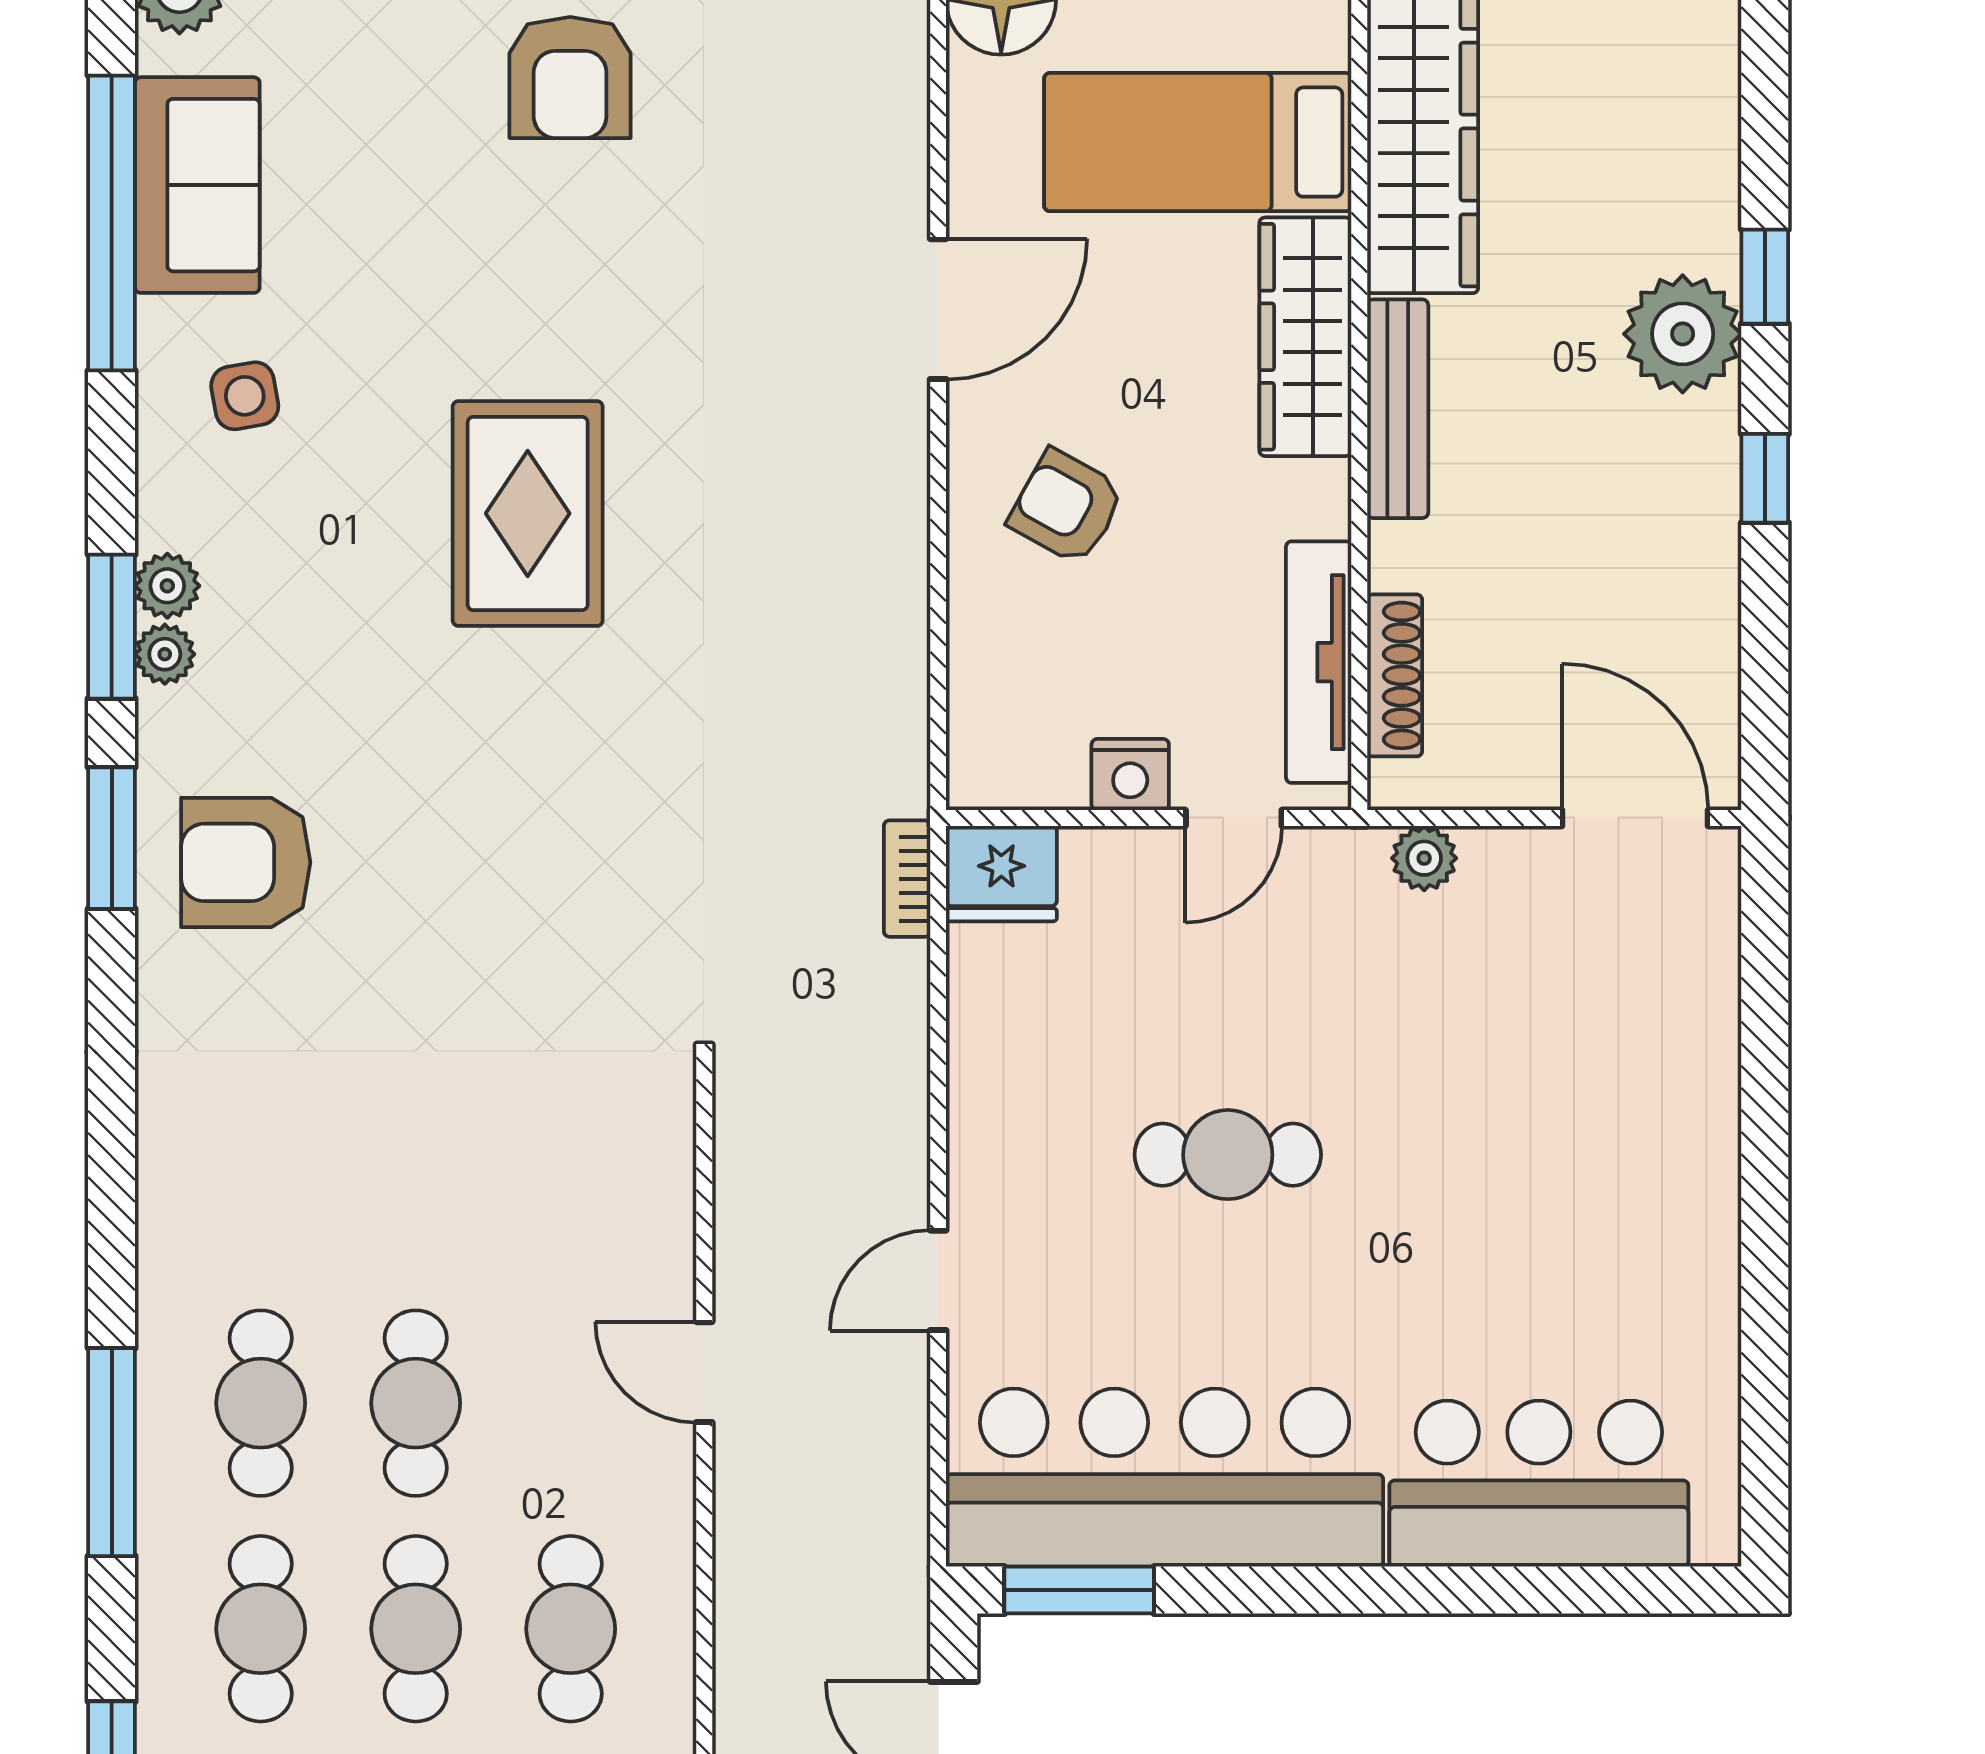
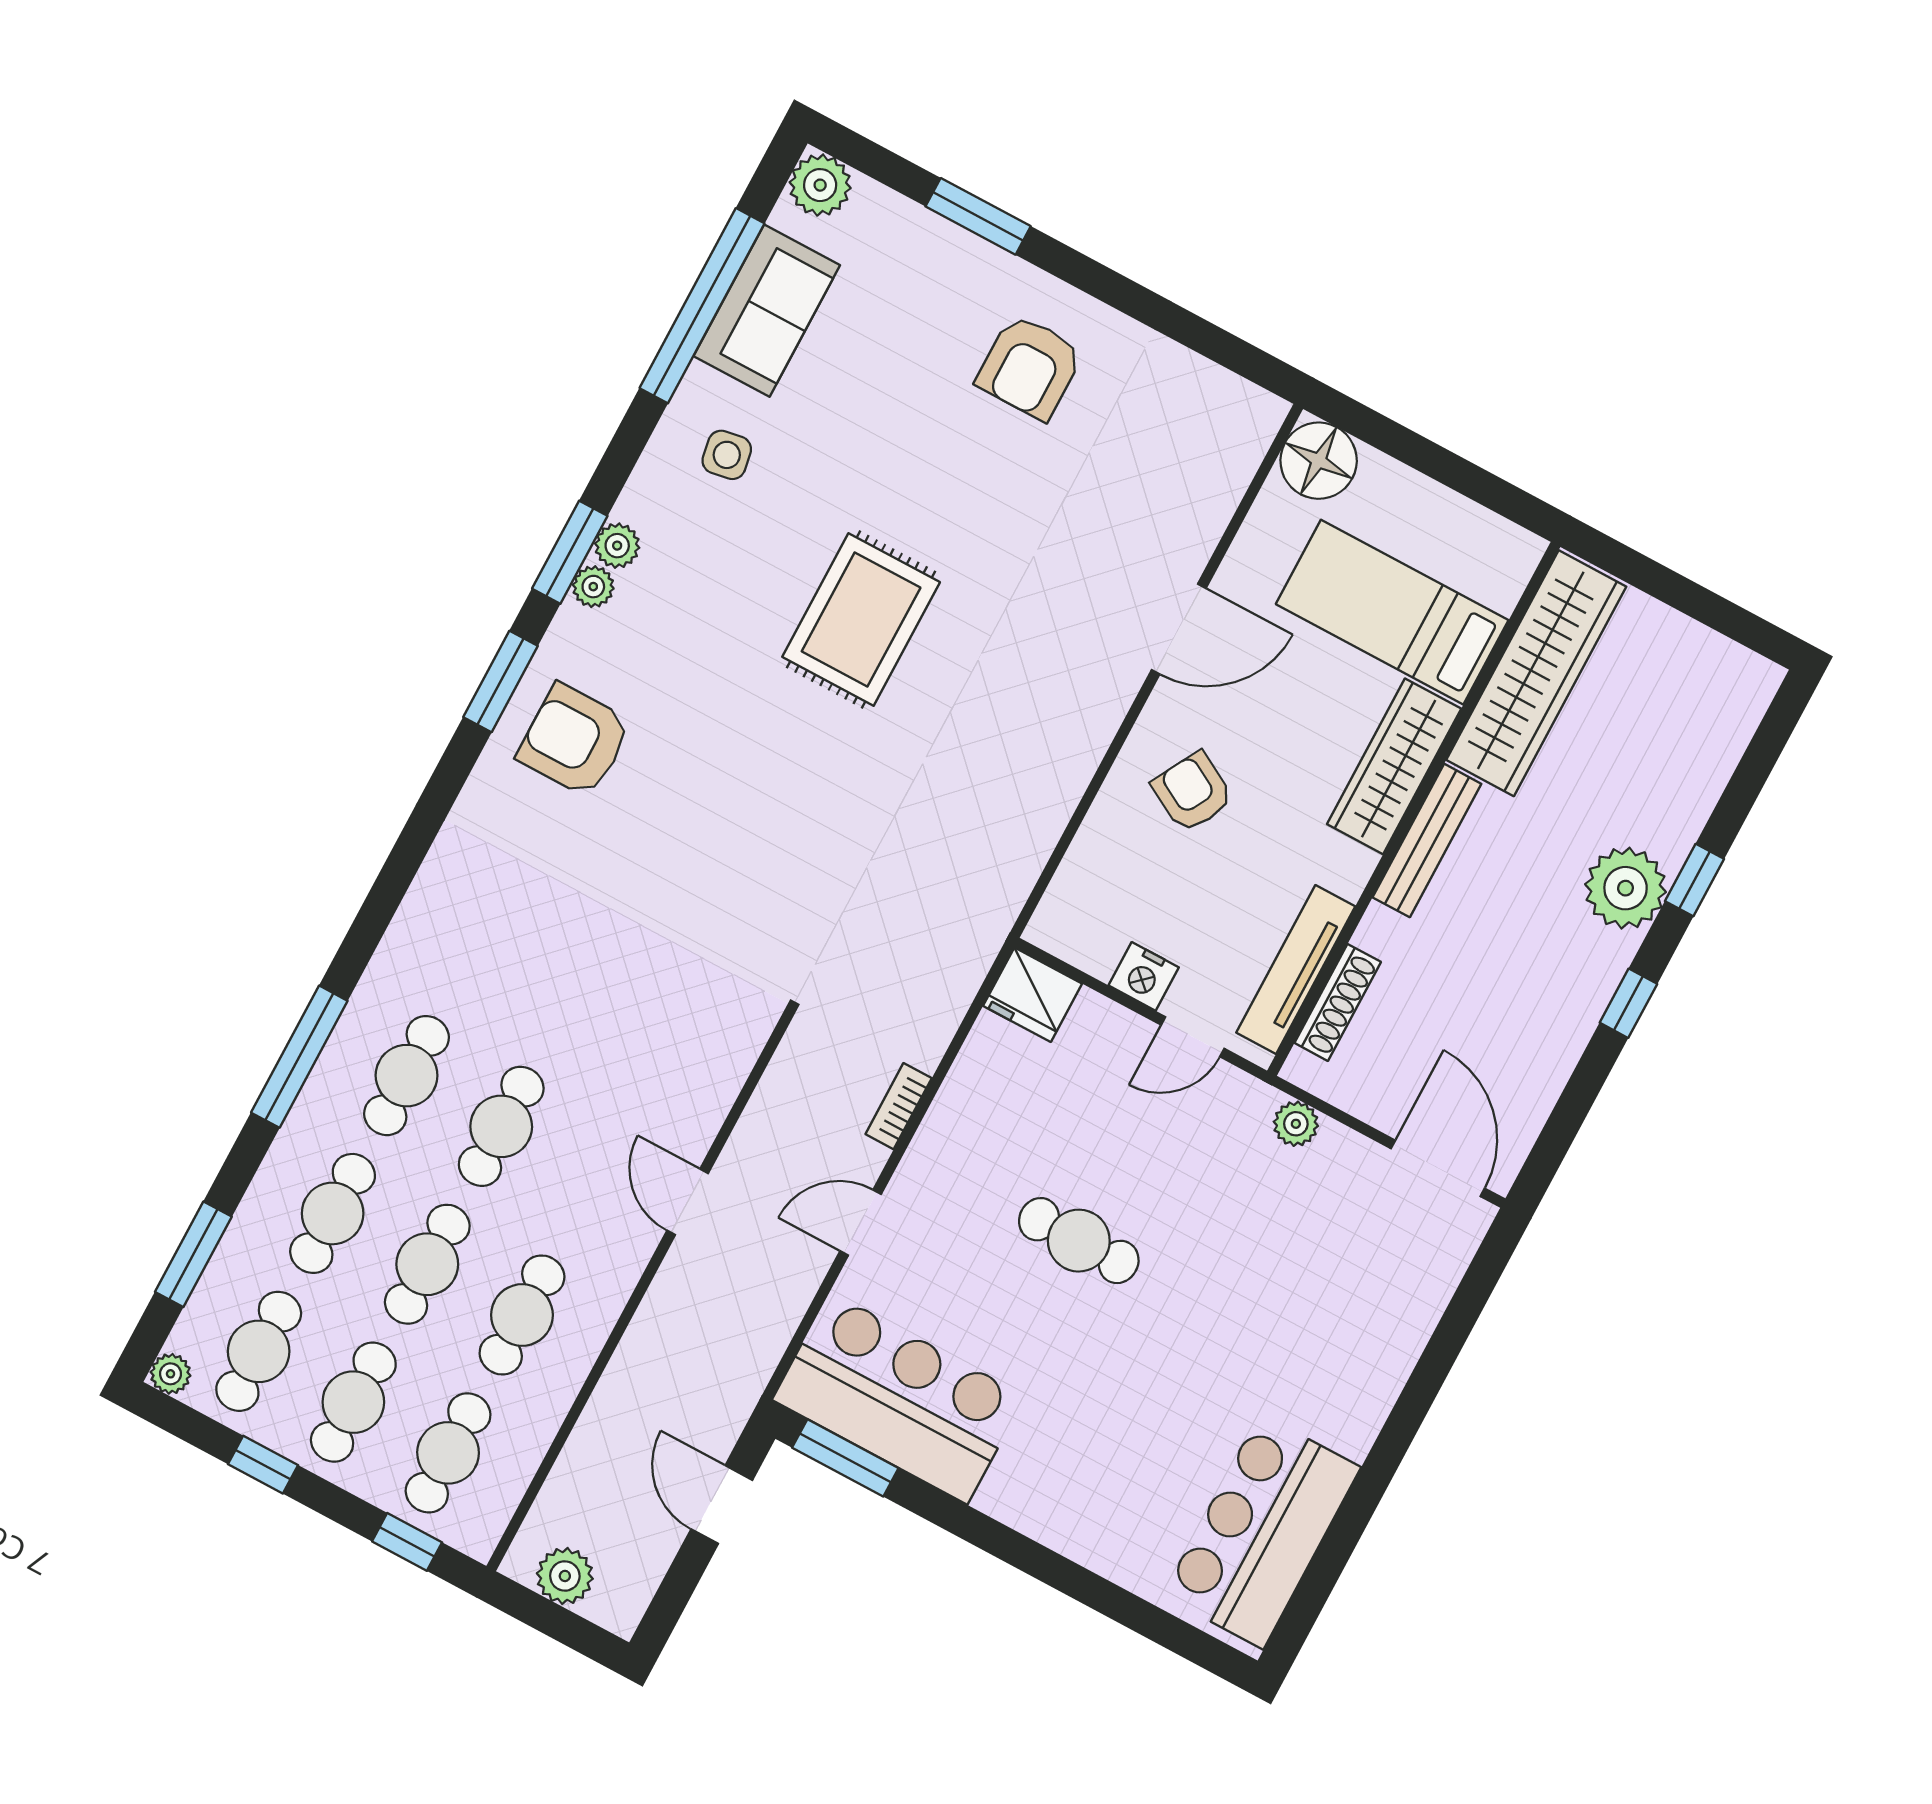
bookcase: (907, 879) -> (899, 1106), moved
bar counter: (1165, 1478) -> (899, 1398), width x0.73
bar counter: (1539, 1484) -> (1262, 1531), moved, turned -90

